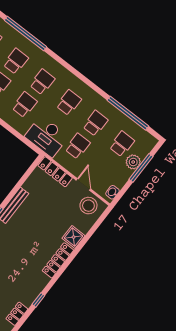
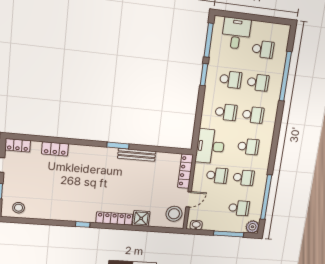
plant: (133, 162) -> (252, 227), moved
window: (38, 300) -> (83, 224), moved
locker: (17, 314) -> (48, 214), removed

